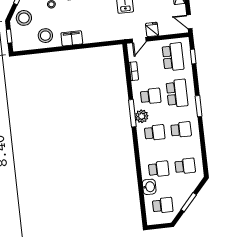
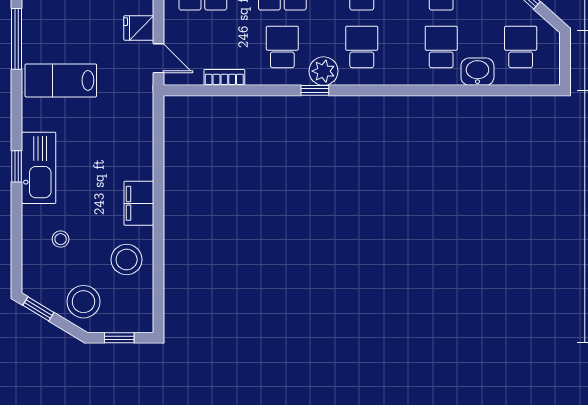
window: (132, 113) -> (315, 90), width x0.46

